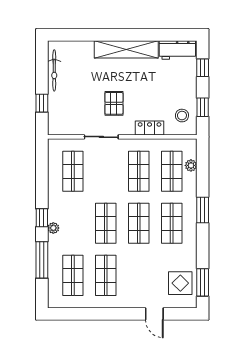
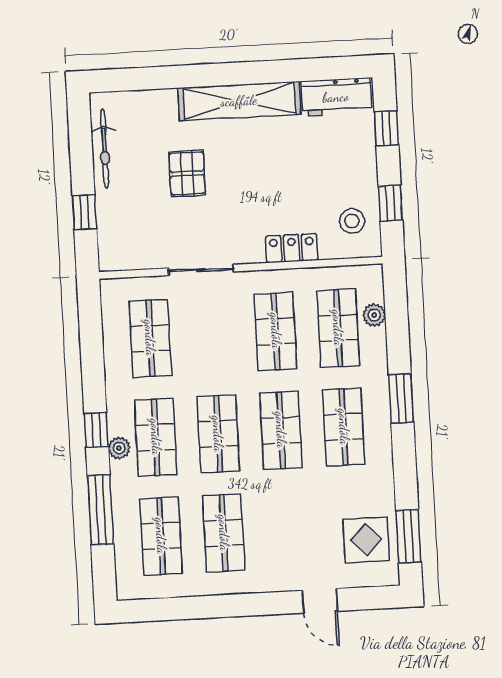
pallet: (114, 103) -> (187, 173), moved
shop shelf: (73, 223) -> (156, 437), added

